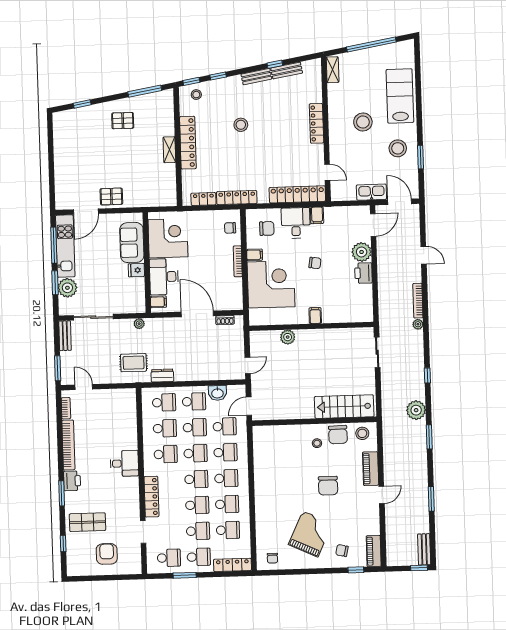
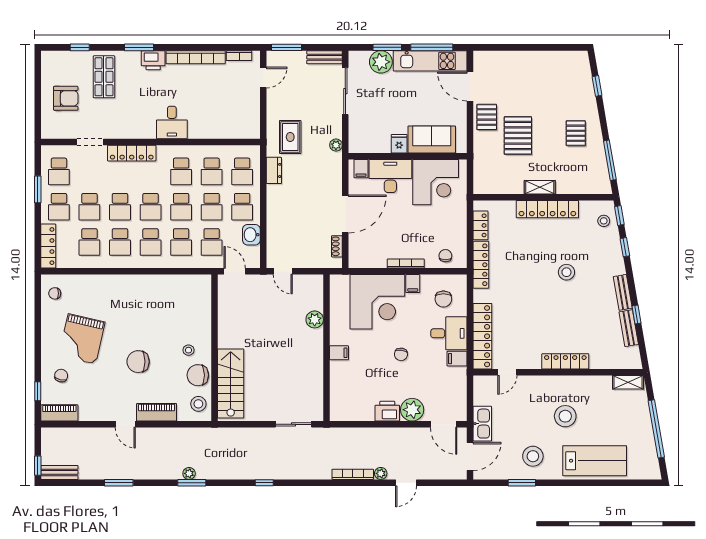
pallet: (126, 170) -> (518, 136), added
plant: (418, 324) -> (381, 473), moved
plant: (416, 410) -> (189, 473), moved, width x0.53, depth x0.53
grand piano: (310, 534) -> (82, 339), turned 78

